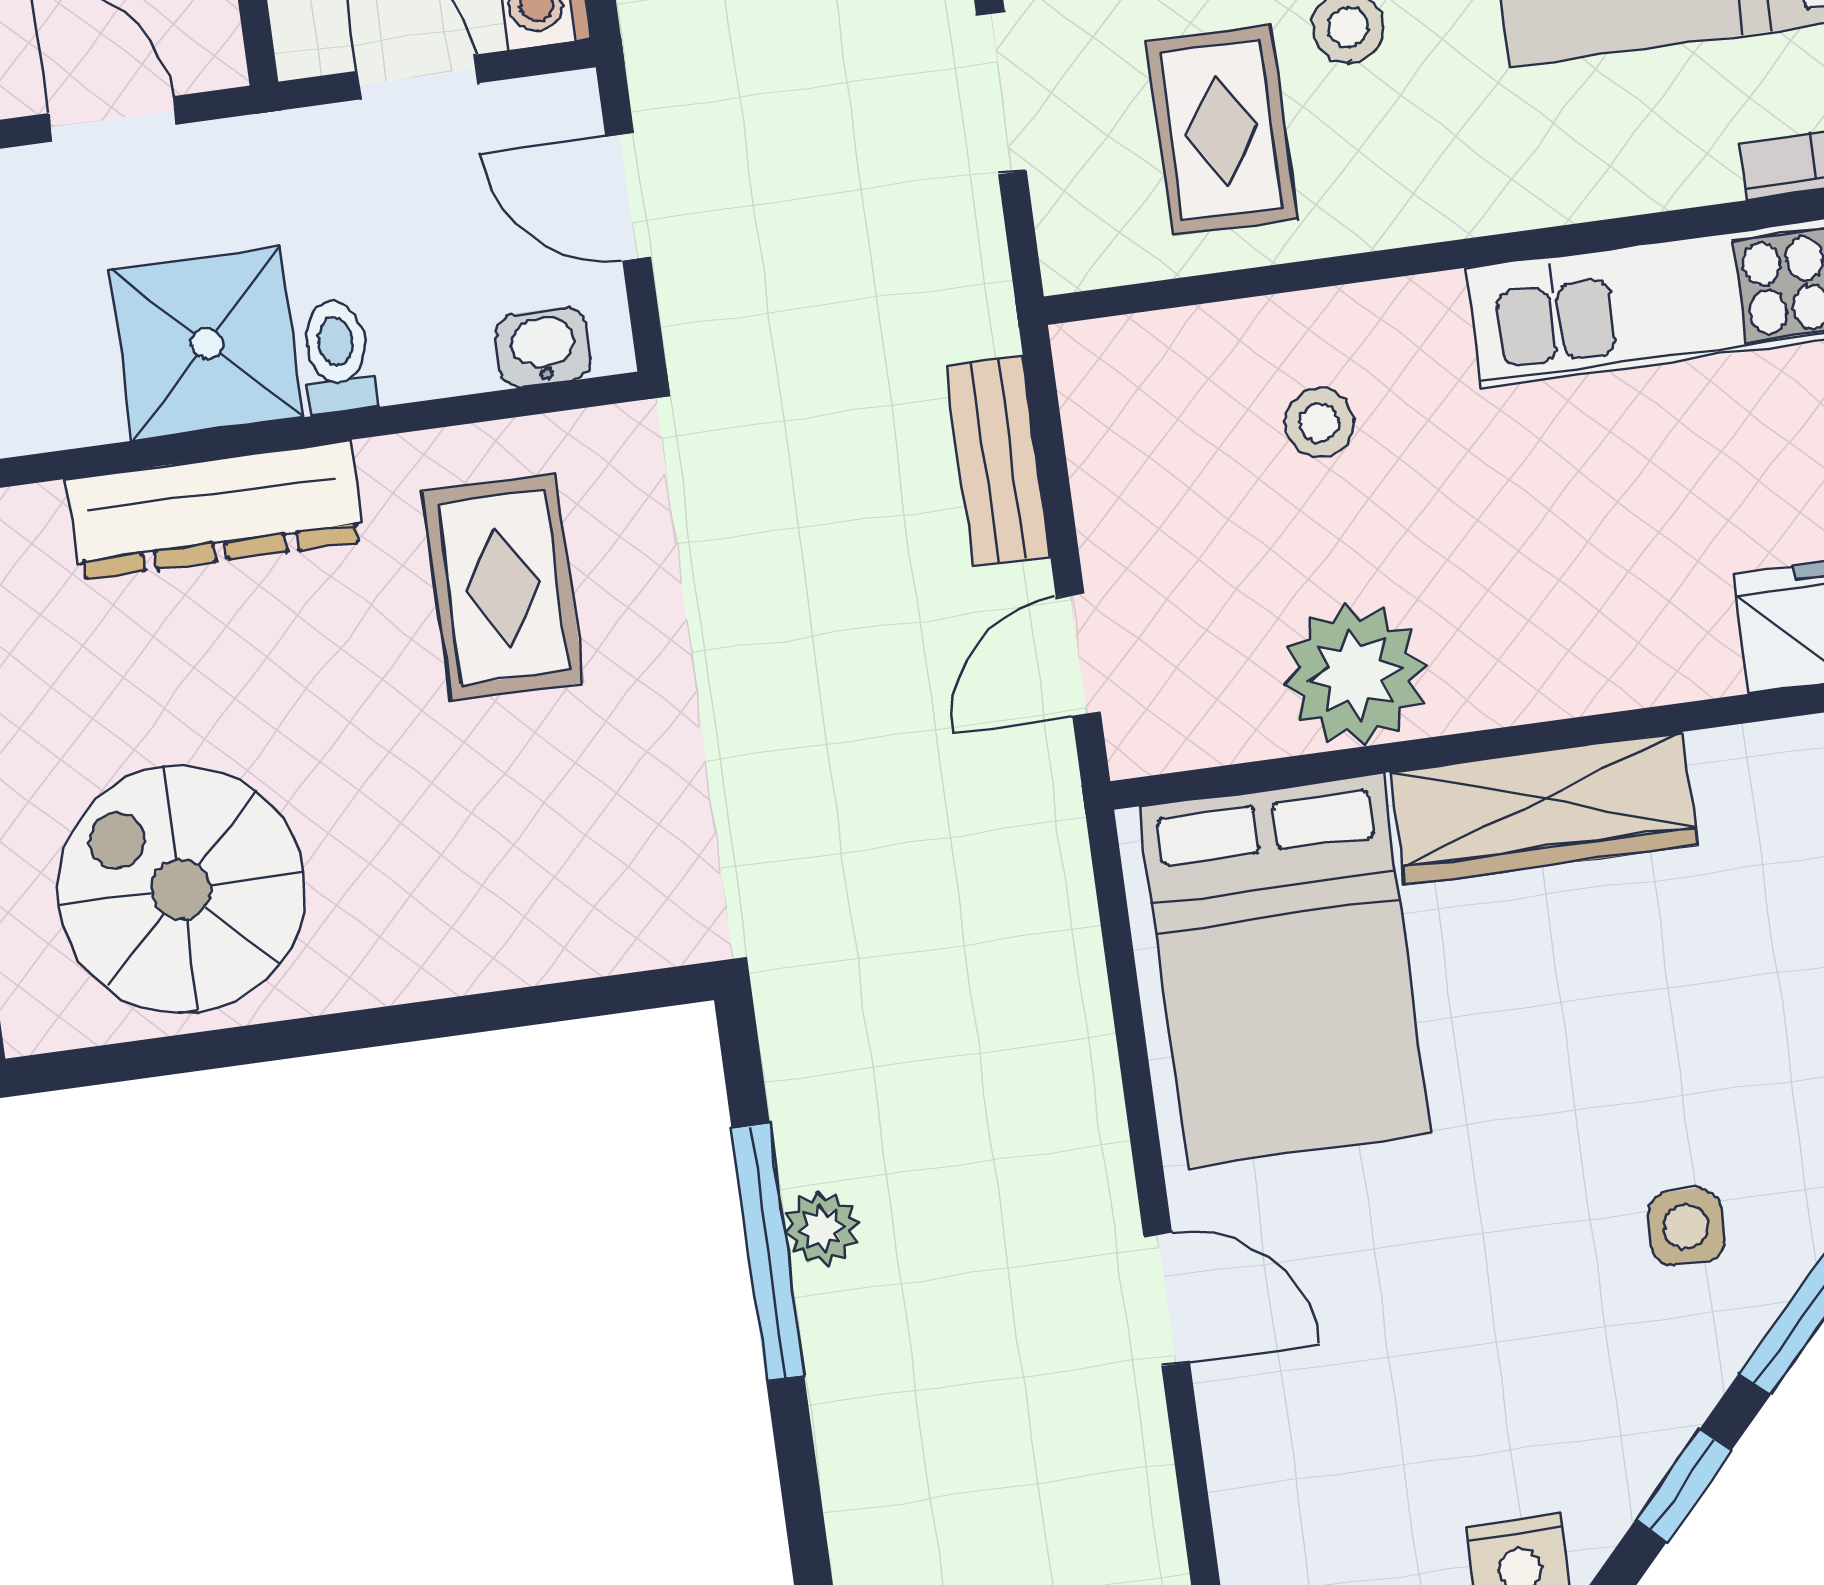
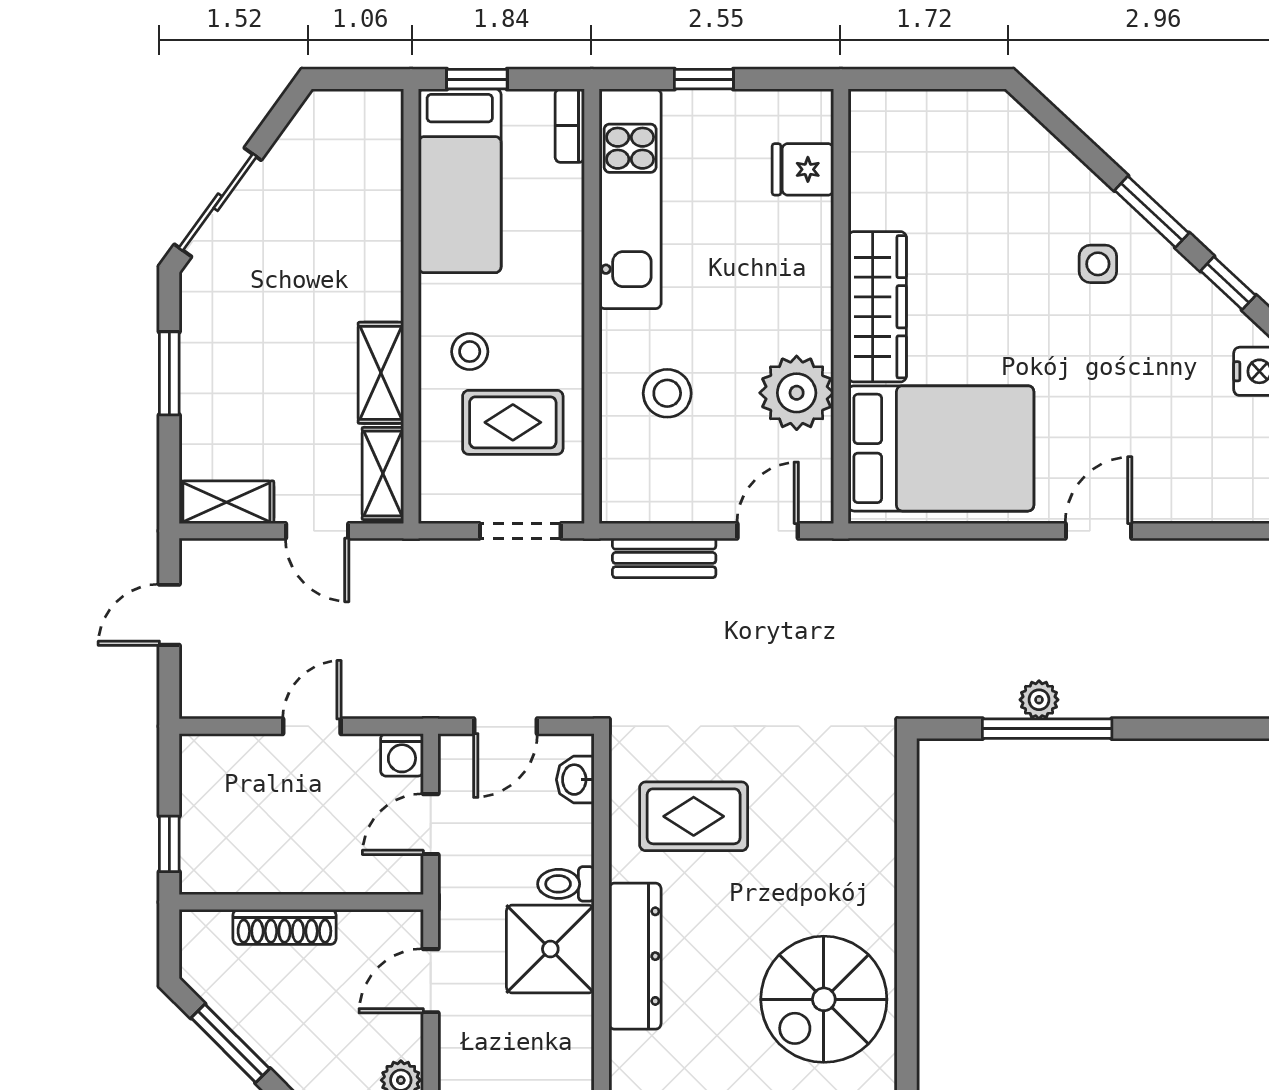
doorway: (1001, 92) -> (520, 531), moved
stool: (1319, 423) -> (667, 393), width x1.37, depth x1.37
door: (1078, 655) -> (768, 531), swing flipped

